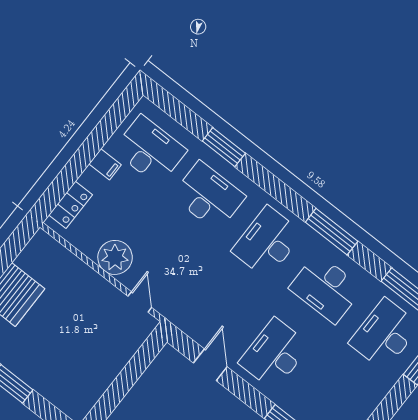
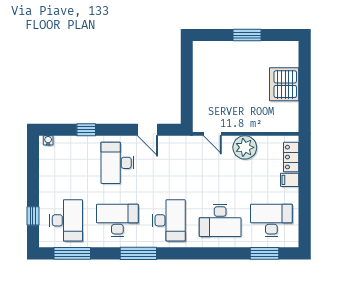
window: (224, 147) -> (265, 253), moved
desk: (150, 150) -> (271, 220), turned 180
filing cabinet: (105, 164) -> (290, 180), moved
desk: (274, 354) -> (117, 163), turned 180

